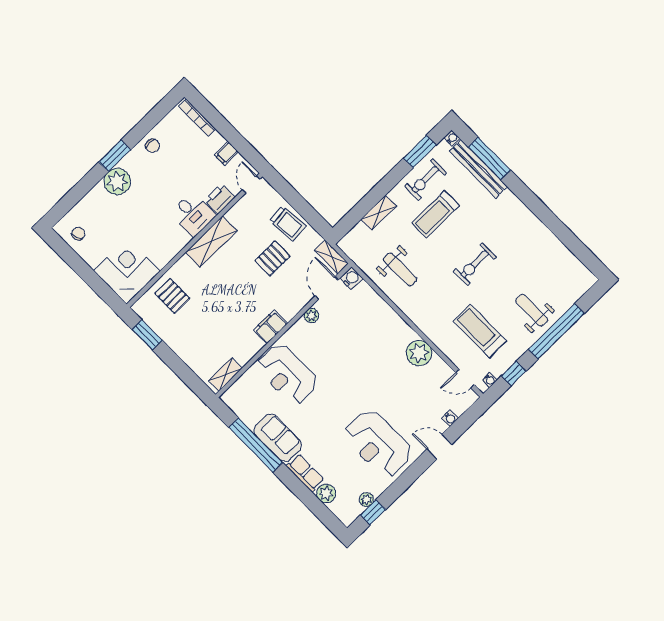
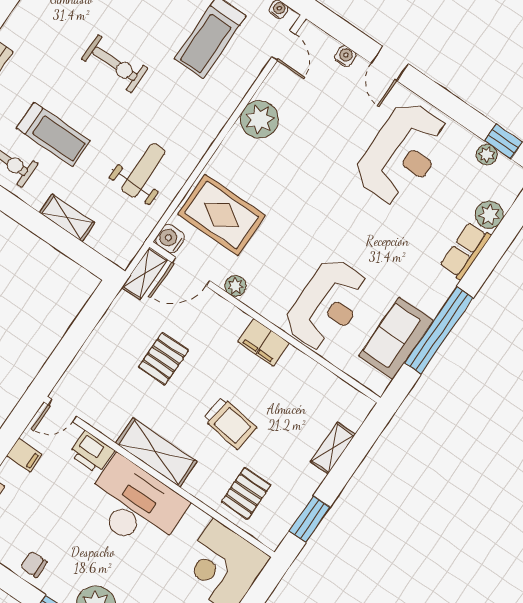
chair: (153, 146) -> (34, 564), turned -90
desk: (193, 214) -> (135, 505), width x1.87, depth x1.30
trolley: (288, 223) -> (230, 423), moved, turned 103
pallet: (272, 258) -> (163, 359), turned 90
rug: (360, 316) -> (222, 215), added
shelving: (225, 375) -> (333, 448), moved, turned 90
sofa: (278, 438) -> (396, 338), moved

